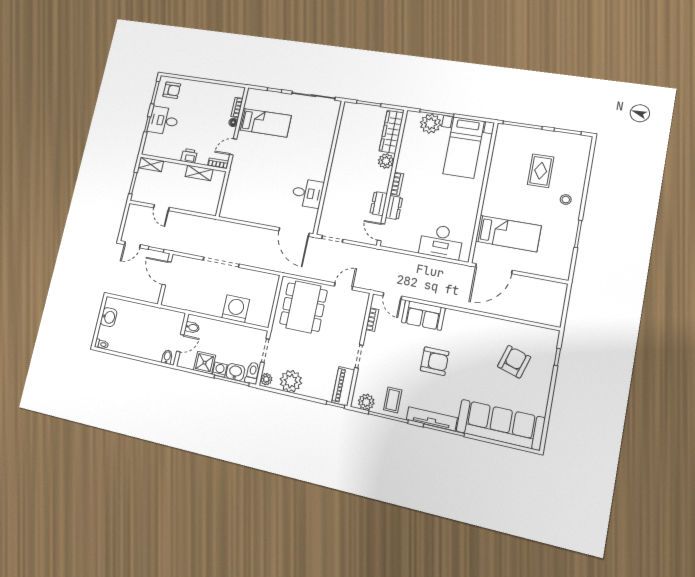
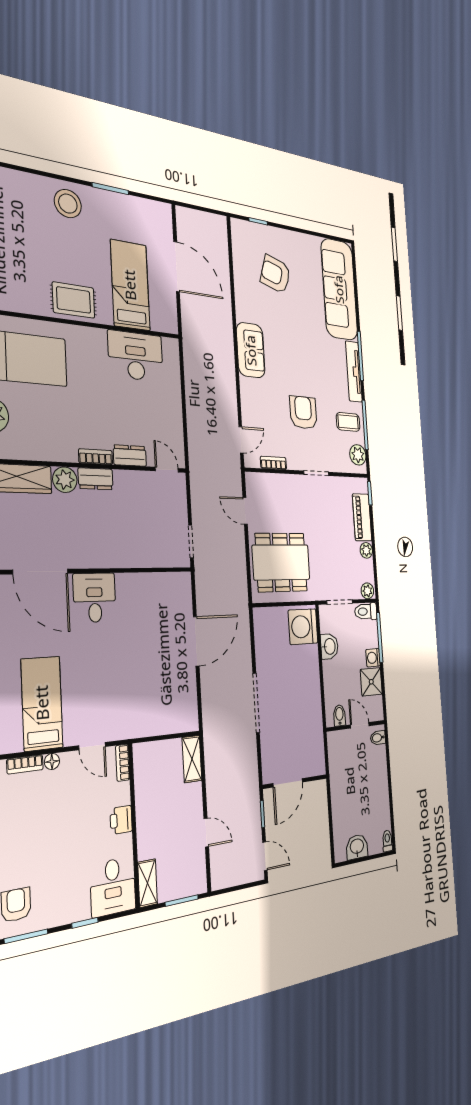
desk: (163, 121) -> (113, 887), moved
door: (336, 136) -> (41, 572), added
rug: (541, 171) -> (74, 300), moved
shelving: (199, 173) -> (192, 759), moved
desk: (307, 193) -> (95, 598), moved
stool: (566, 200) -> (68, 204), width x1.89, depth x1.89
dresser: (379, 203) -> (96, 479), moved
door: (161, 208) -> (206, 833), hinge flipped
door: (294, 232) -> (196, 641), moved
door: (381, 232) -> (167, 470), swing flipped
desk: (441, 242) -> (136, 356), moved, turned -90
door: (494, 269) -> (177, 267), moved
washing machine: (236, 309) -> (303, 627), moved
sofa: (423, 315) -> (251, 350), moved
armchair: (435, 361) -> (303, 413), moved
washbasin: (235, 372) -> (329, 646), moved, turned 180
plant: (291, 381) -> (366, 550), width x0.53, depth x0.53
piano: (343, 386) -> (362, 517), moved, turned 90

